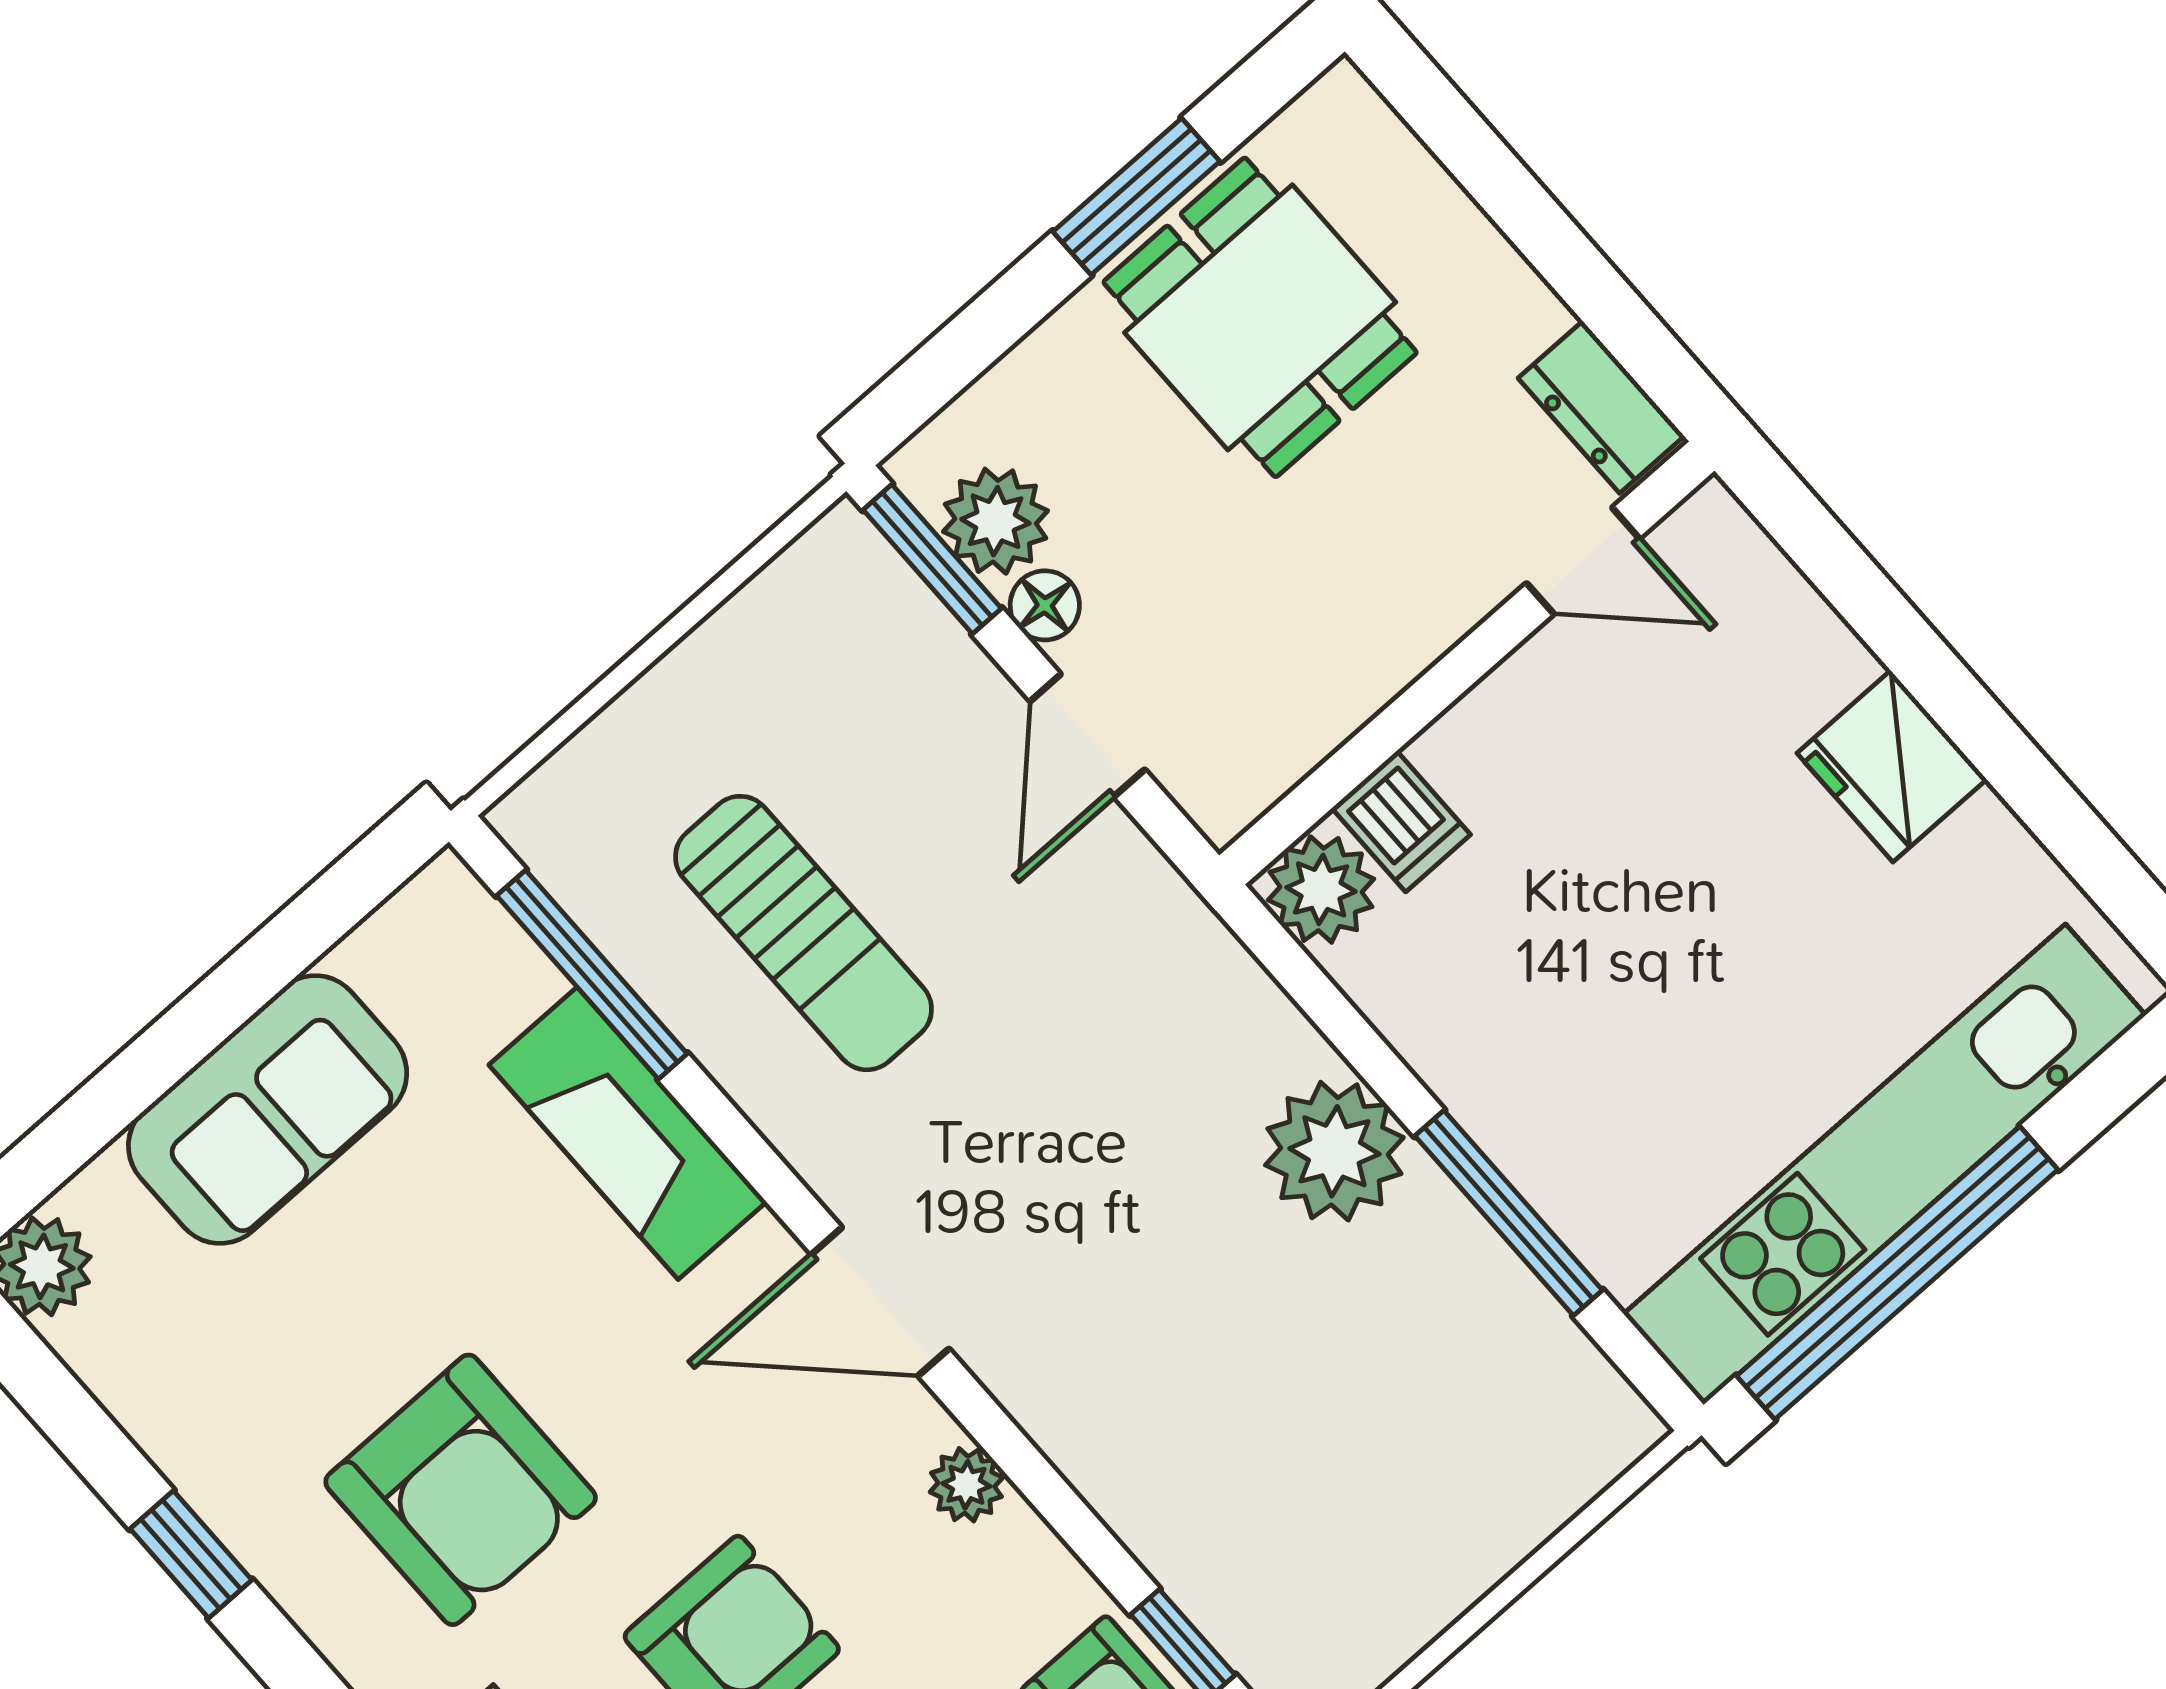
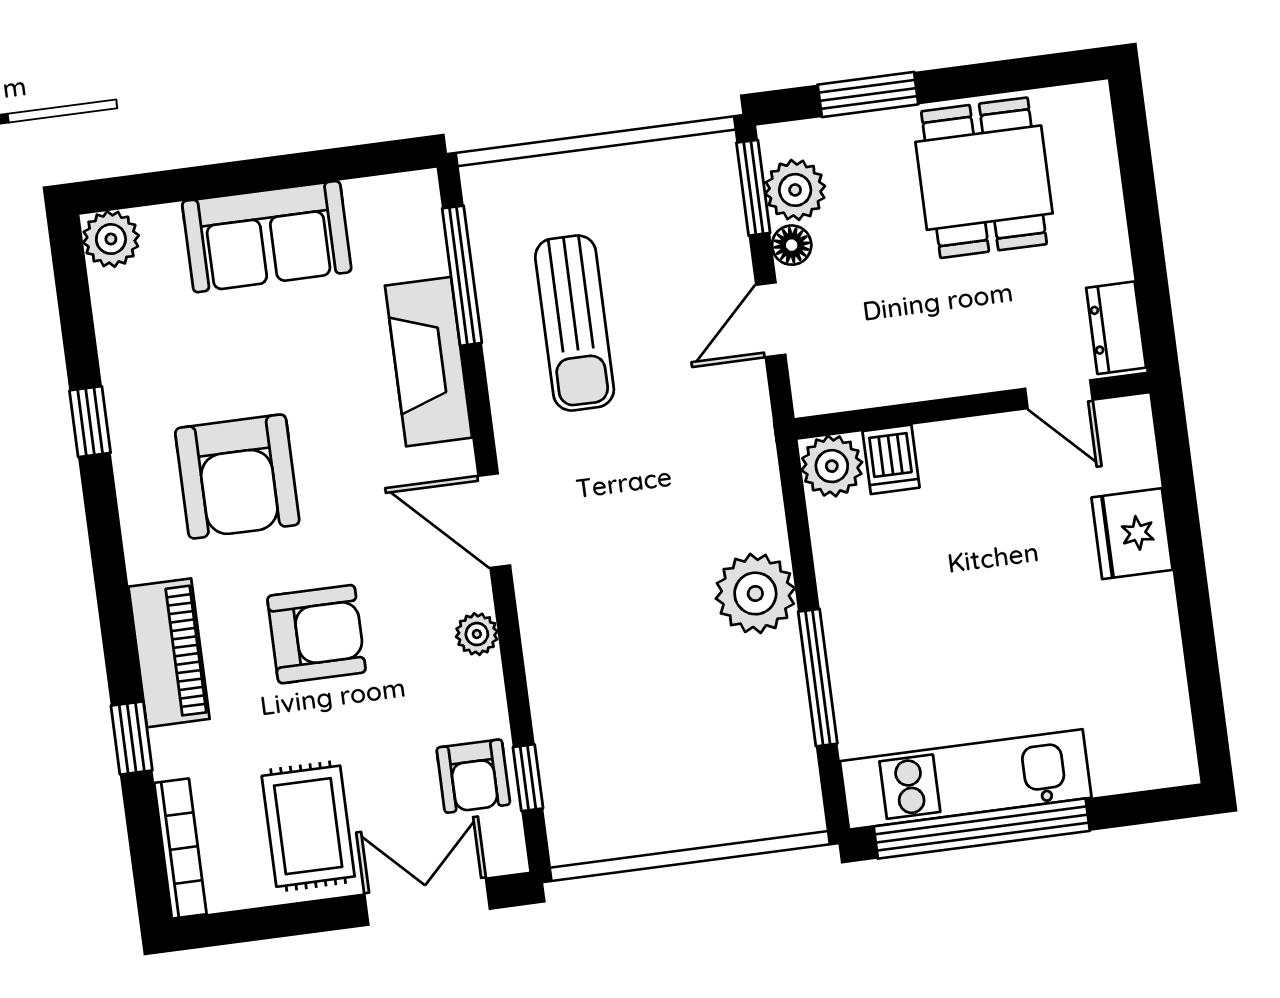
window: (1136, 197) -> (868, 94), moved
fridge: (1892, 766) -> (1132, 534), moved
kitchen unit: (1884, 1165) -> (966, 779), width x0.73

